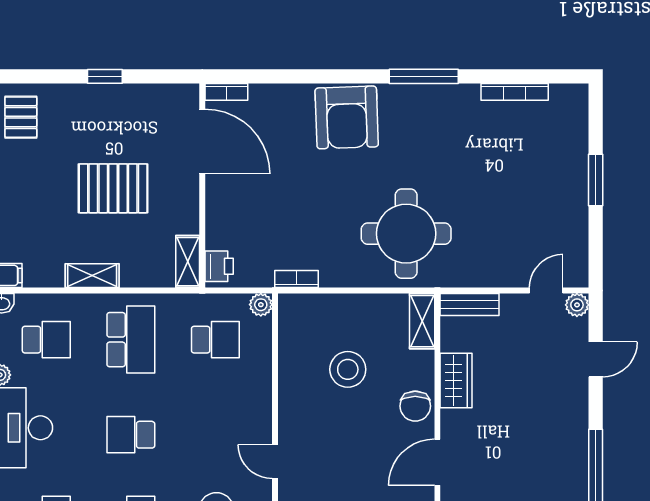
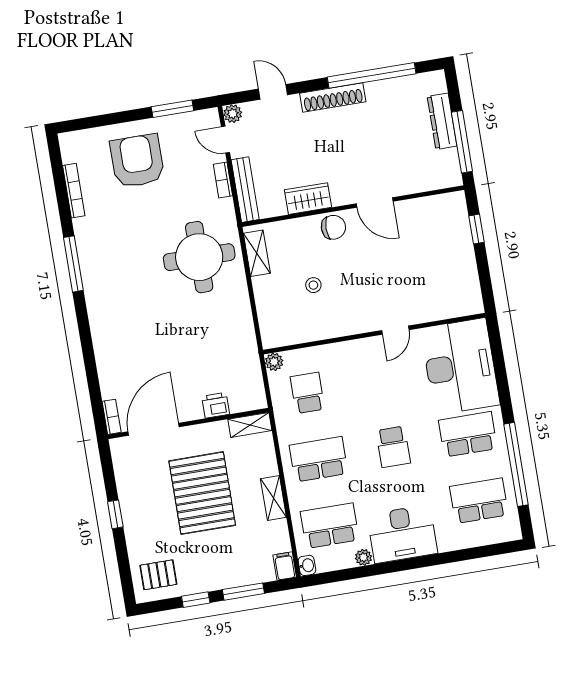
armchair: (347, 117) -> (137, 161), moved, turned -88
window: (596, 180) -> (172, 109), moved
pallet: (113, 188) -> (202, 493), width x1.37, depth x1.41
printer: (219, 266) -> (216, 405), moved
bookcase: (296, 279) -> (223, 180), moved
bench: (470, 304) -> (245, 190), width x1.36
shelving: (422, 321) -> (257, 253), moved, turned 90
school desk: (46, 340) -> (330, 526), width x1.85
stool: (348, 369) -> (313, 285), width x0.53, depth x0.53
shoe rack: (576, 432) -> (333, 97), added

